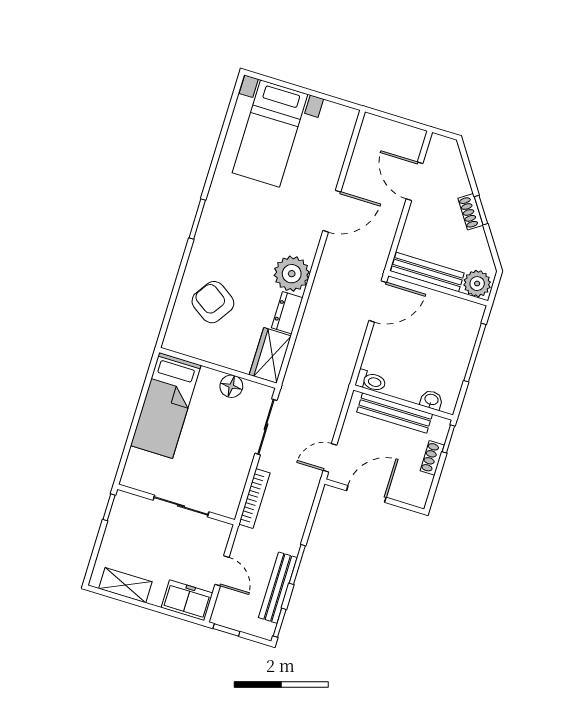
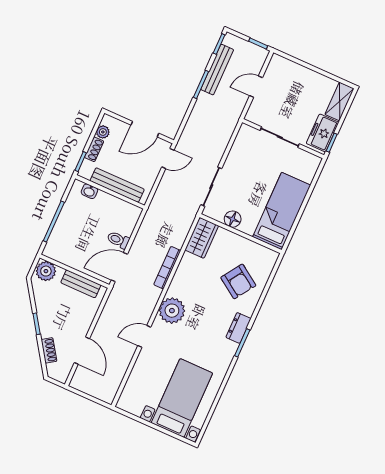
door: (332, 211) -> (144, 336), width x0.73
shoe rack: (471, 212) -> (49, 350), moved
bench: (427, 272) -> (81, 284), width x0.73
plant: (292, 274) -> (172, 311), moved
dresser: (287, 313) -> (238, 328), moved, turned 180
toilet: (371, 381) -> (118, 240), moved
plant: (423, 483) -> (103, 132), added
bookcase: (254, 498) -> (167, 268), moved
door: (222, 571) -> (256, 87), hinge flipped
shelving: (125, 585) -> (339, 101), moved, turned 90
freezer: (187, 600) -> (323, 133), moved, turned 90

